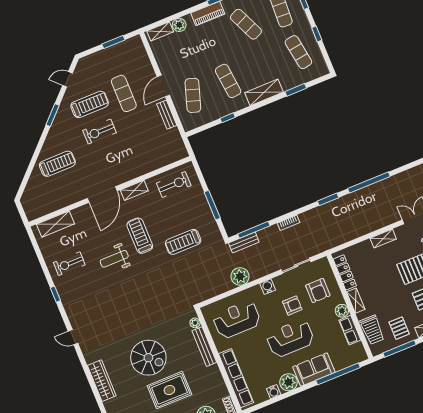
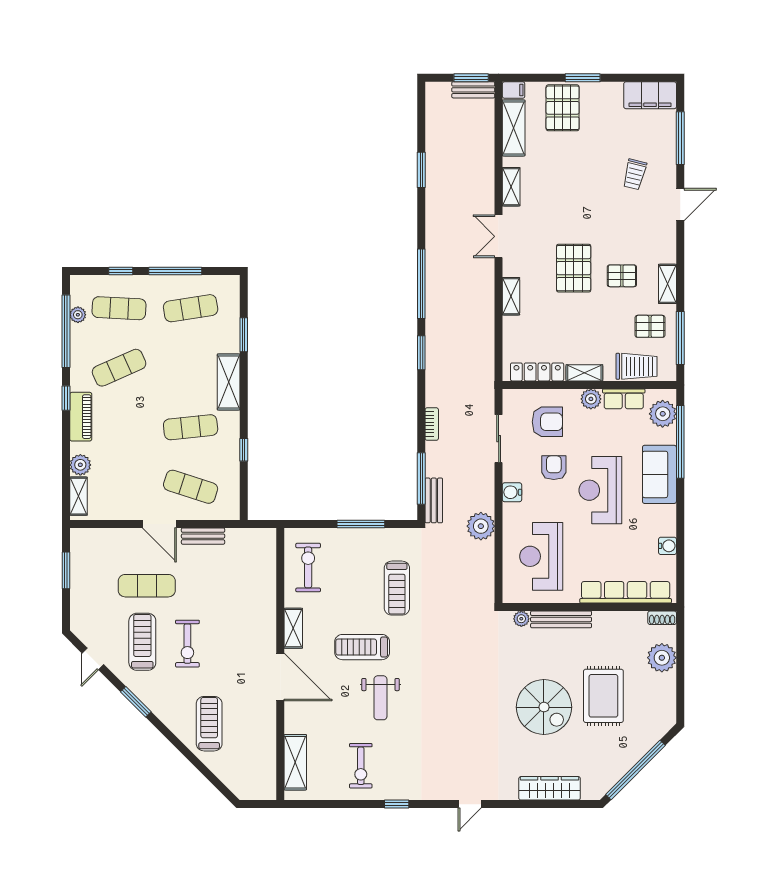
window: (317, 34) -> (175, 271), width x2.17
spiral stairs: (148, 358) -> (544, 707), turned 90
plant: (288, 382) -> (663, 414), moved

